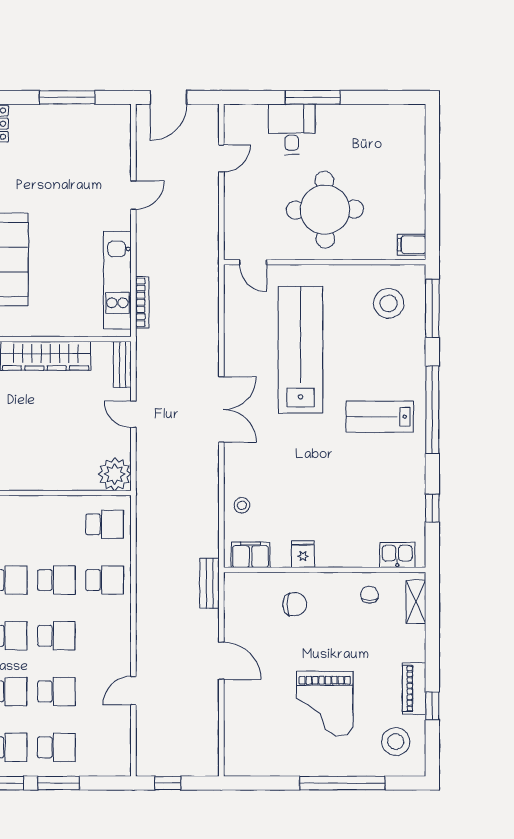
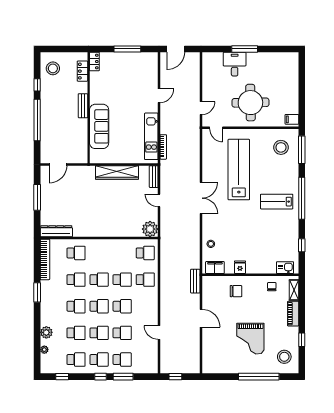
door: (221, 158) -> (201, 108), moved
piano: (414, 689) -> (293, 314), moved
door: (133, 691) -> (159, 332), hinge flipped

